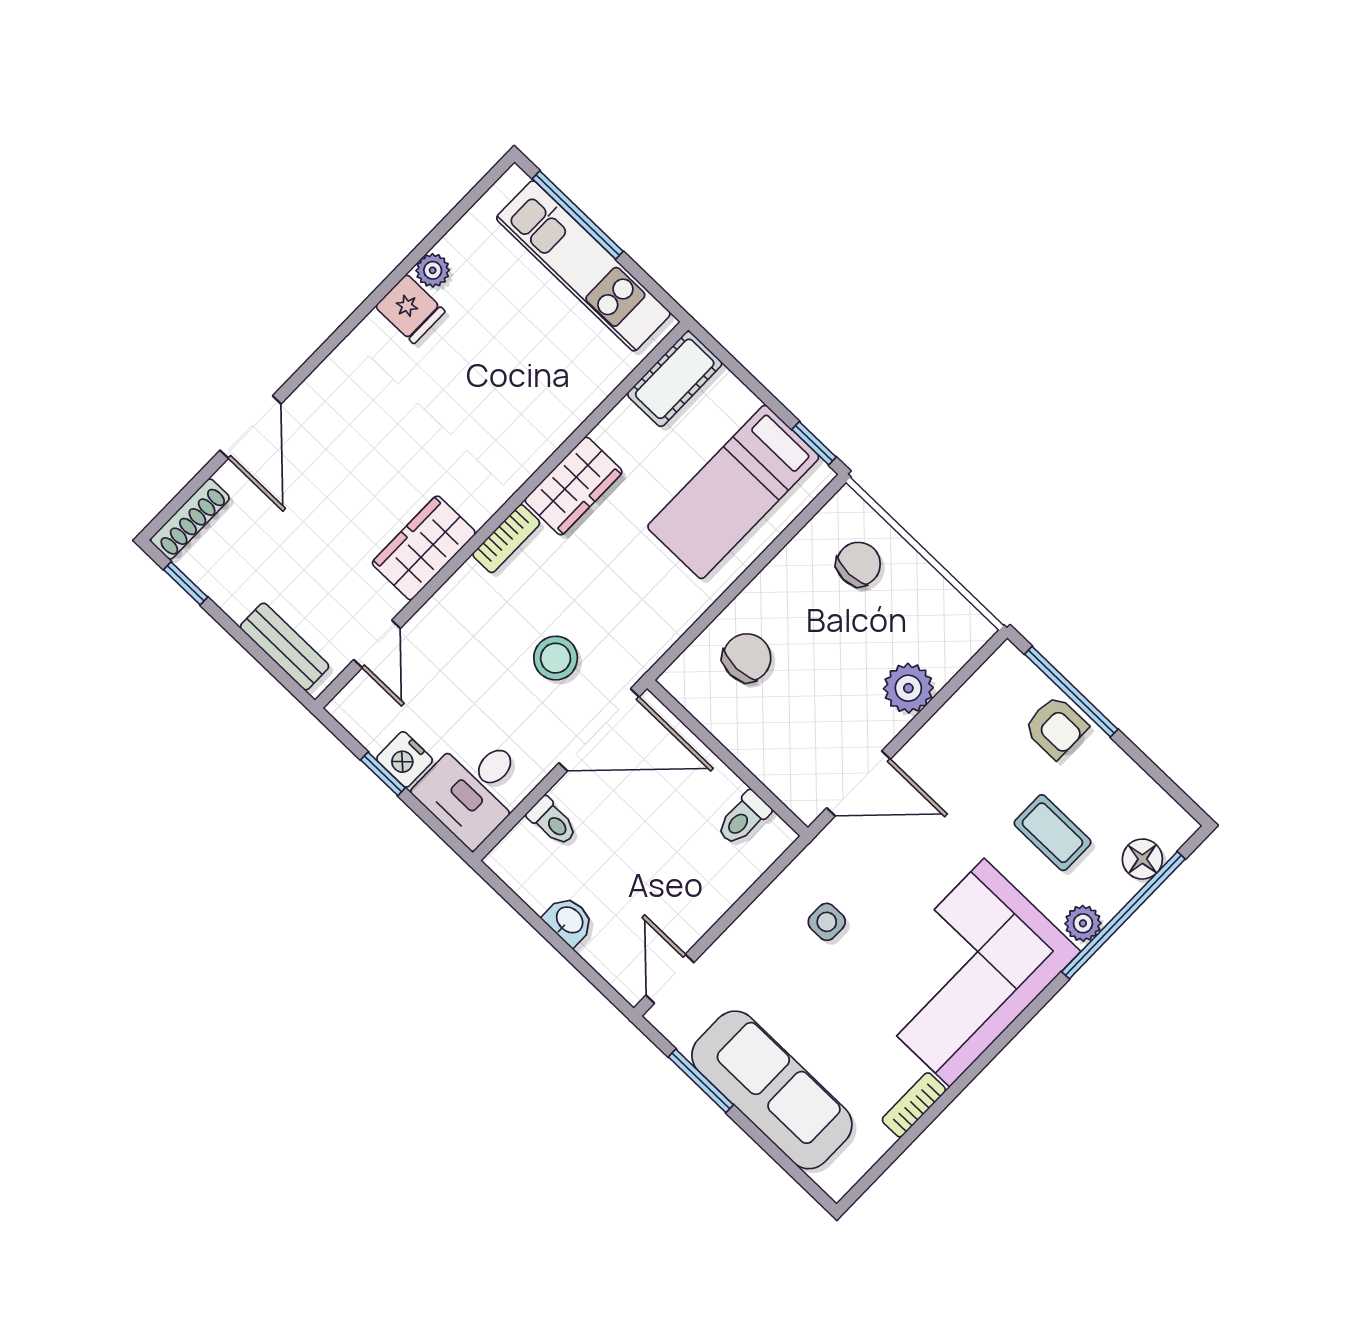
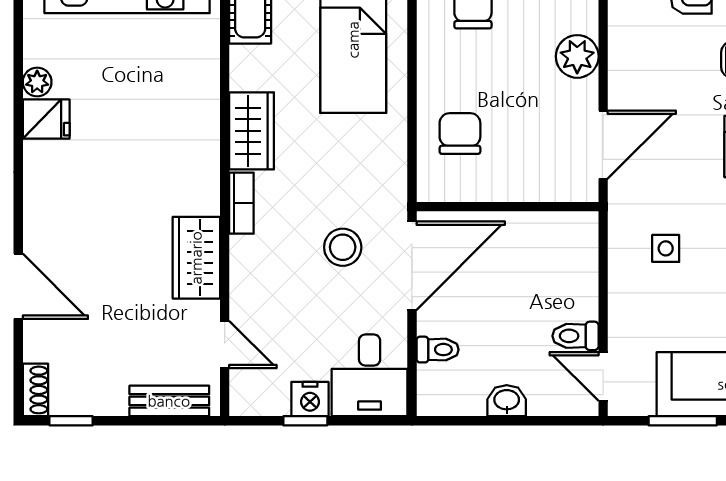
shoe rack: (190, 519) -> (35, 390), width x0.70
toilet: (743, 818) -> (576, 336), moved, turned 90

